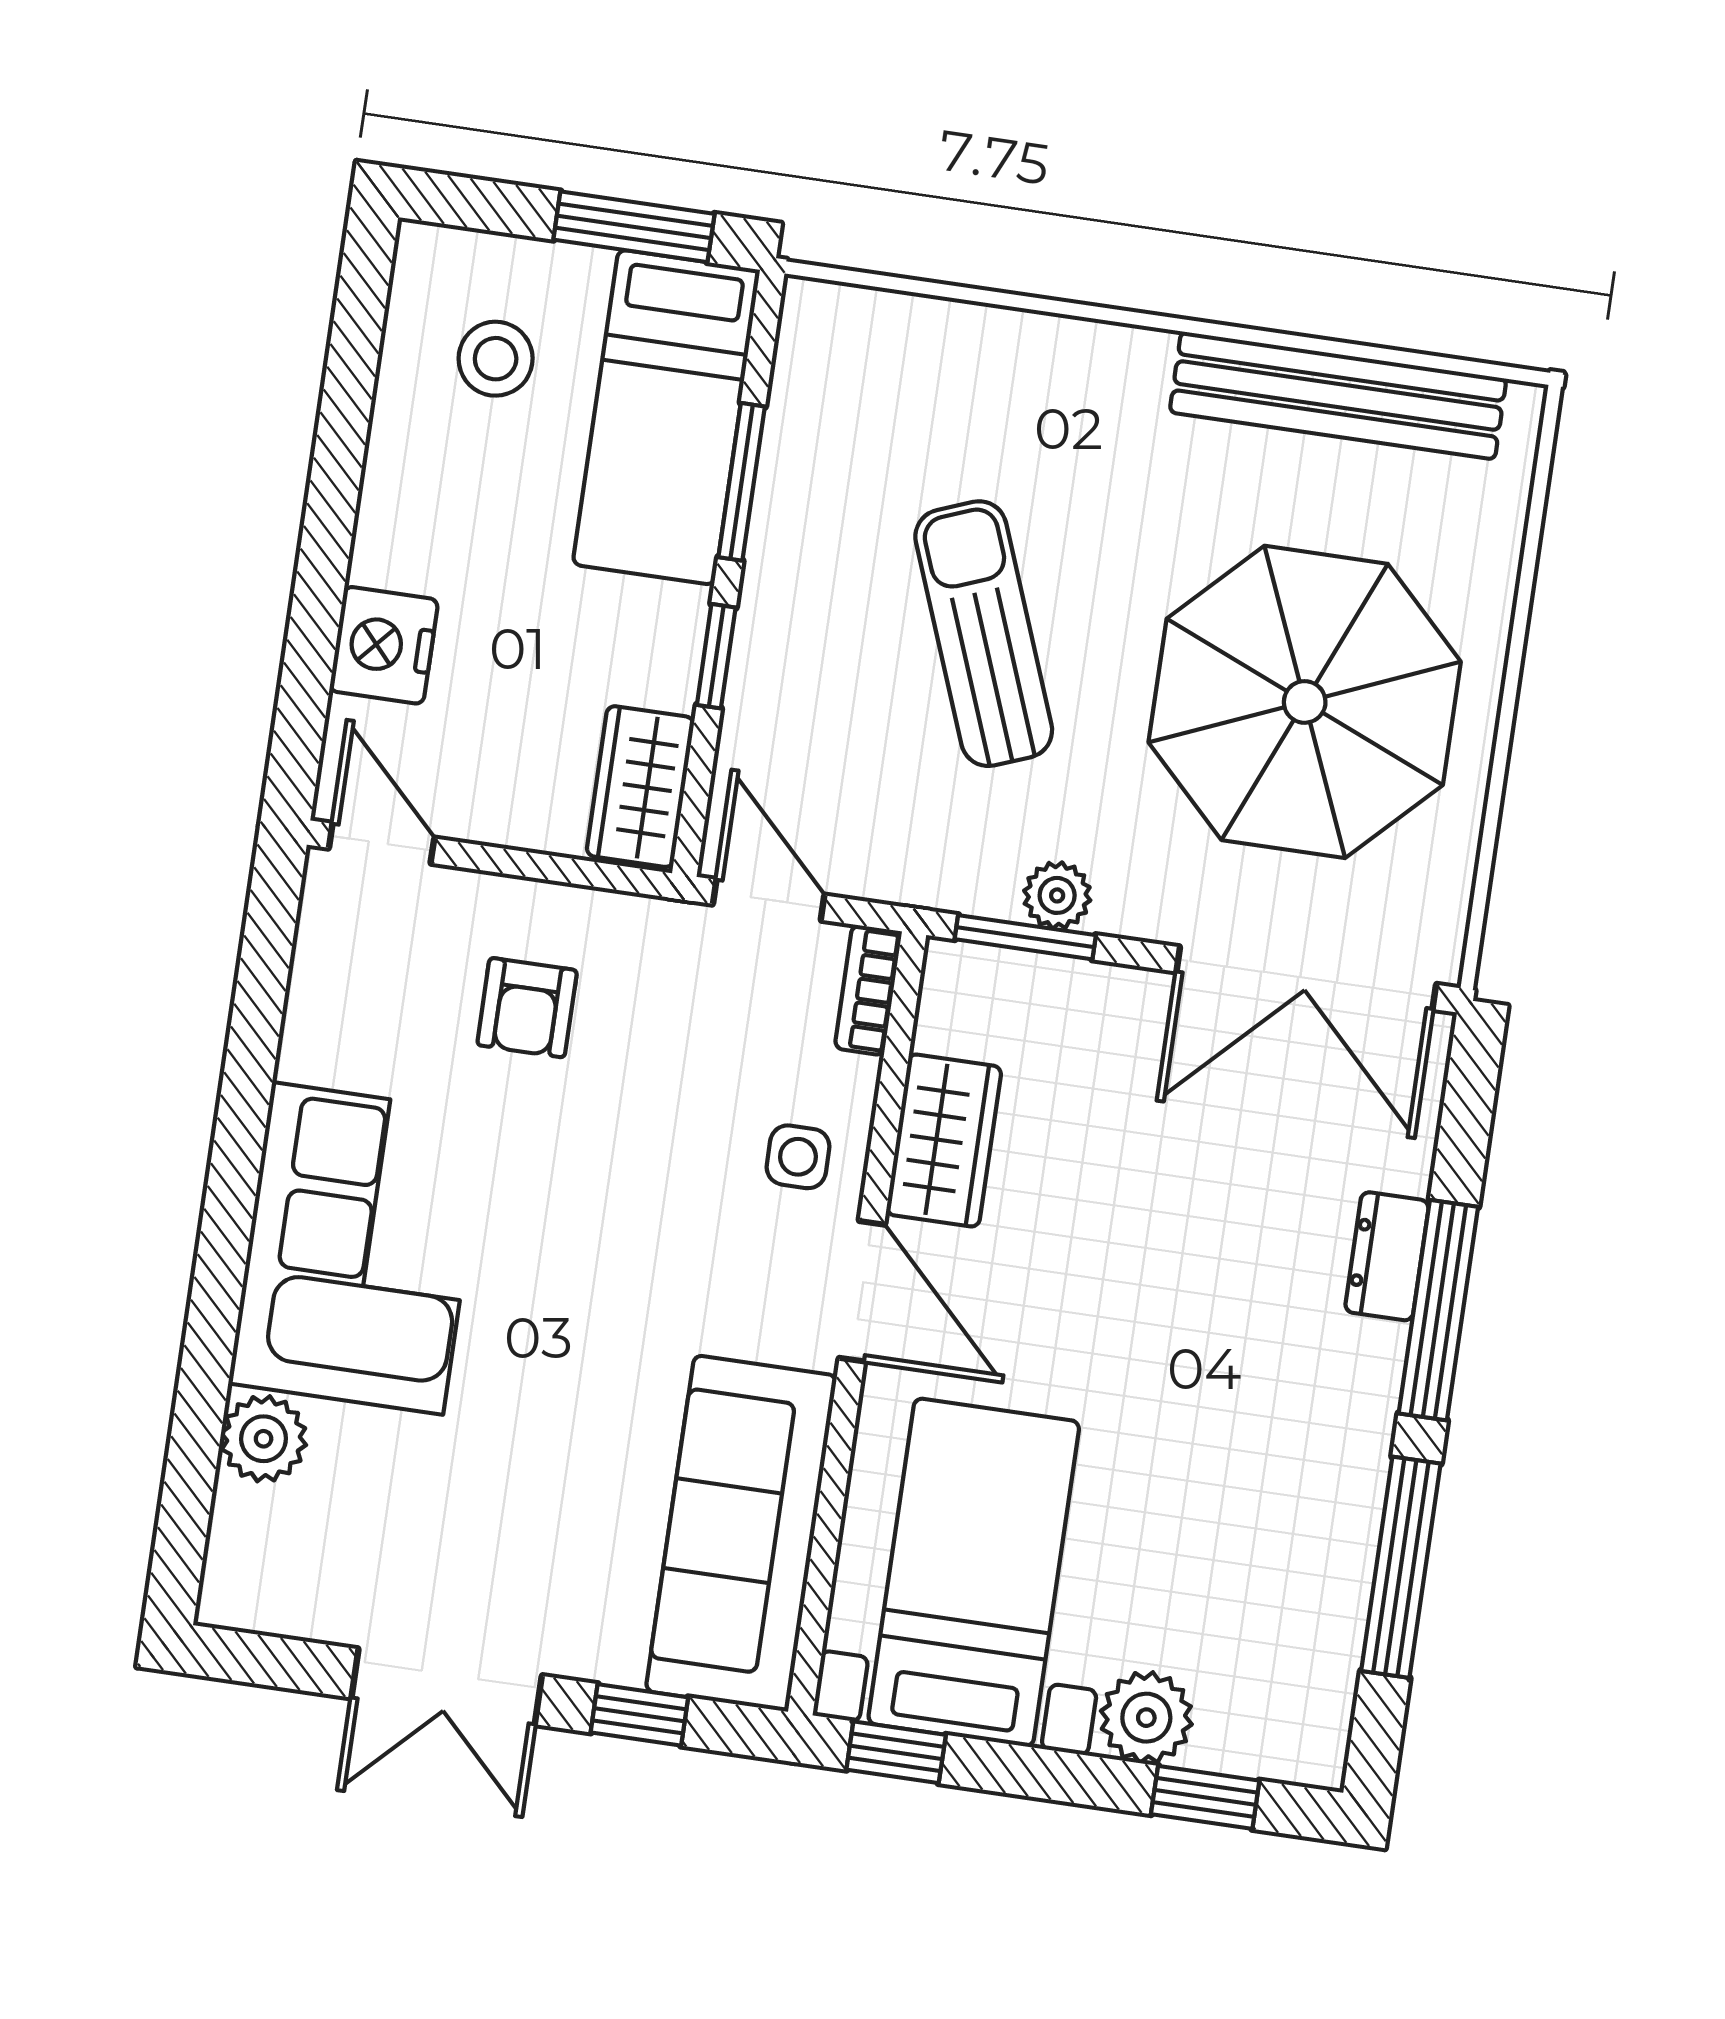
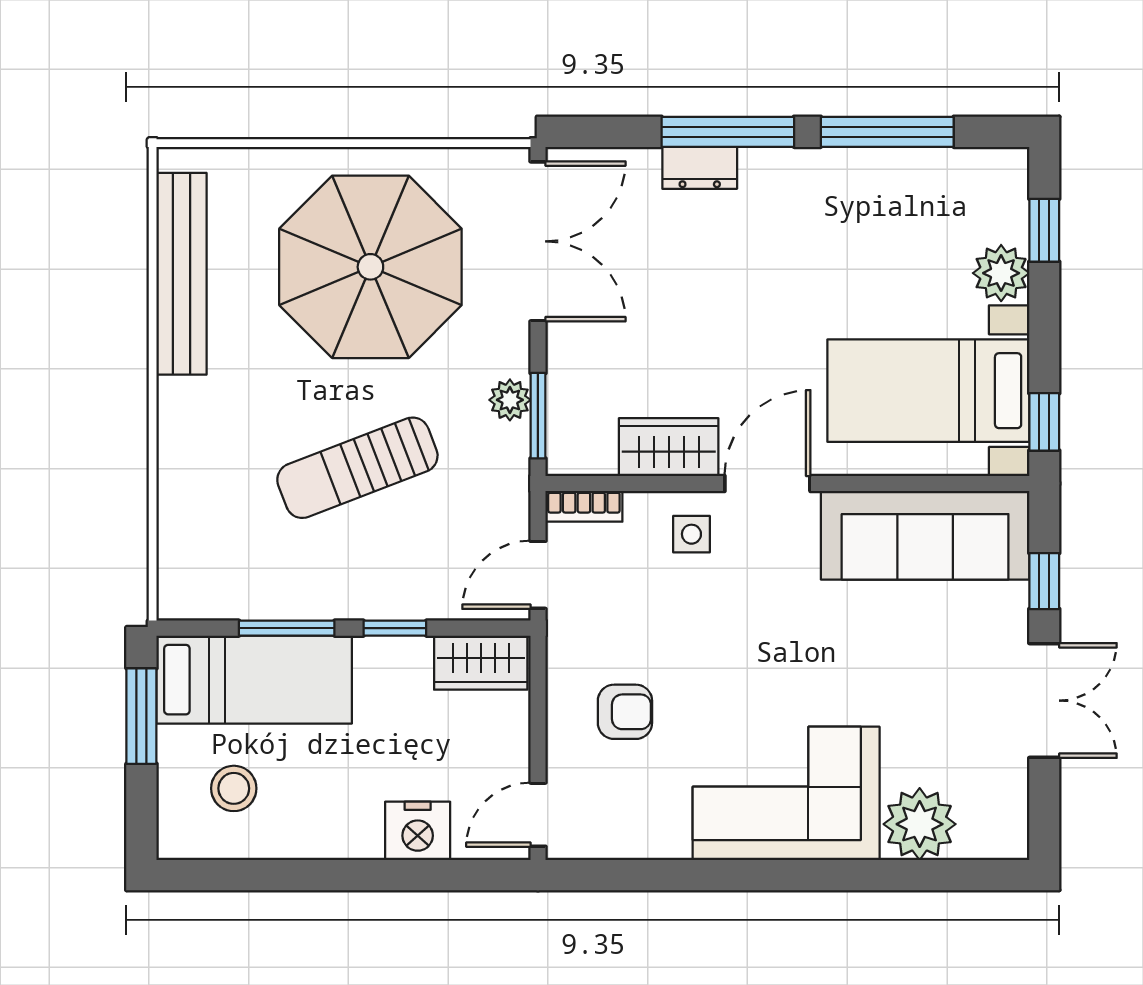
plant: (264, 1439) -> (920, 824), width x1.36, depth x1.36

